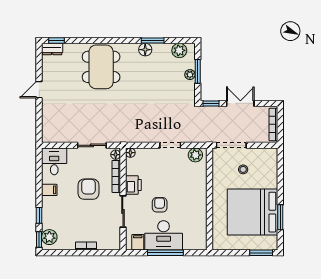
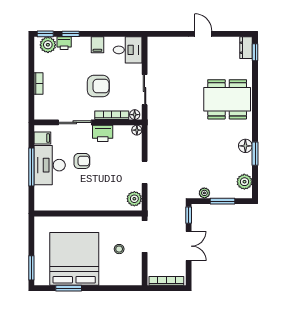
plant: (190, 75) -> (204, 193), moved
printer: (48, 222) -> (64, 43), added

